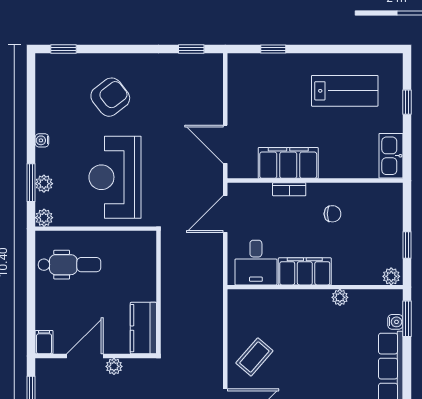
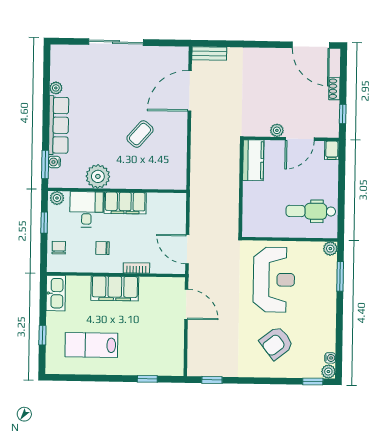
water cooler: (42, 140) -> (330, 358), moved
filing cabinet: (288, 163) -> (115, 288), moved
plant: (44, 184) -> (328, 372), moved
door: (225, 214) -> (187, 249), swing flipped
chair: (388, 214) -> (59, 248), added
desk: (256, 263) -> (86, 209), moved
plant: (340, 297) -> (98, 176), width x1.88, depth x1.88
coffee table: (254, 357) -> (140, 134), moved

